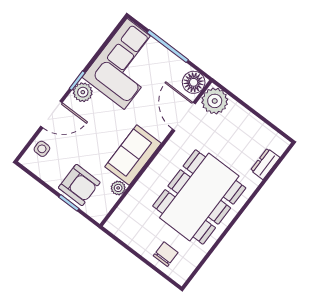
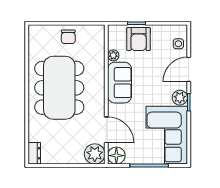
dresser: (265, 164) -> (34, 153), moved
armchair: (79, 185) -> (139, 39), turned -90
chair: (166, 254) -> (68, 37), moved

